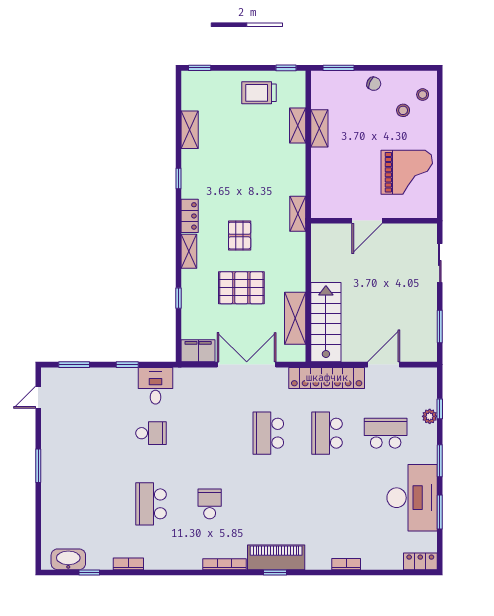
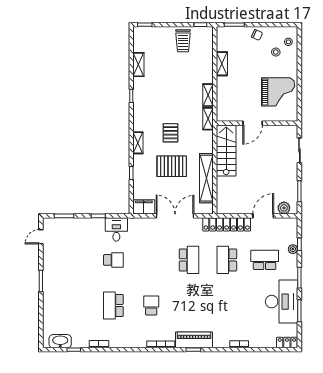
trolley: (259, 93) -> (183, 41), turned -90
shelving: (298, 126) -> (208, 95), moved
locker: (190, 216) -> (138, 120), removed
shelving: (295, 318) -> (206, 178), width x1.47
stairs: (326, 322) -> (226, 150), moved
plant: (416, 352) -> (284, 208), added
school desk: (268, 433) -> (189, 260), turned 180

